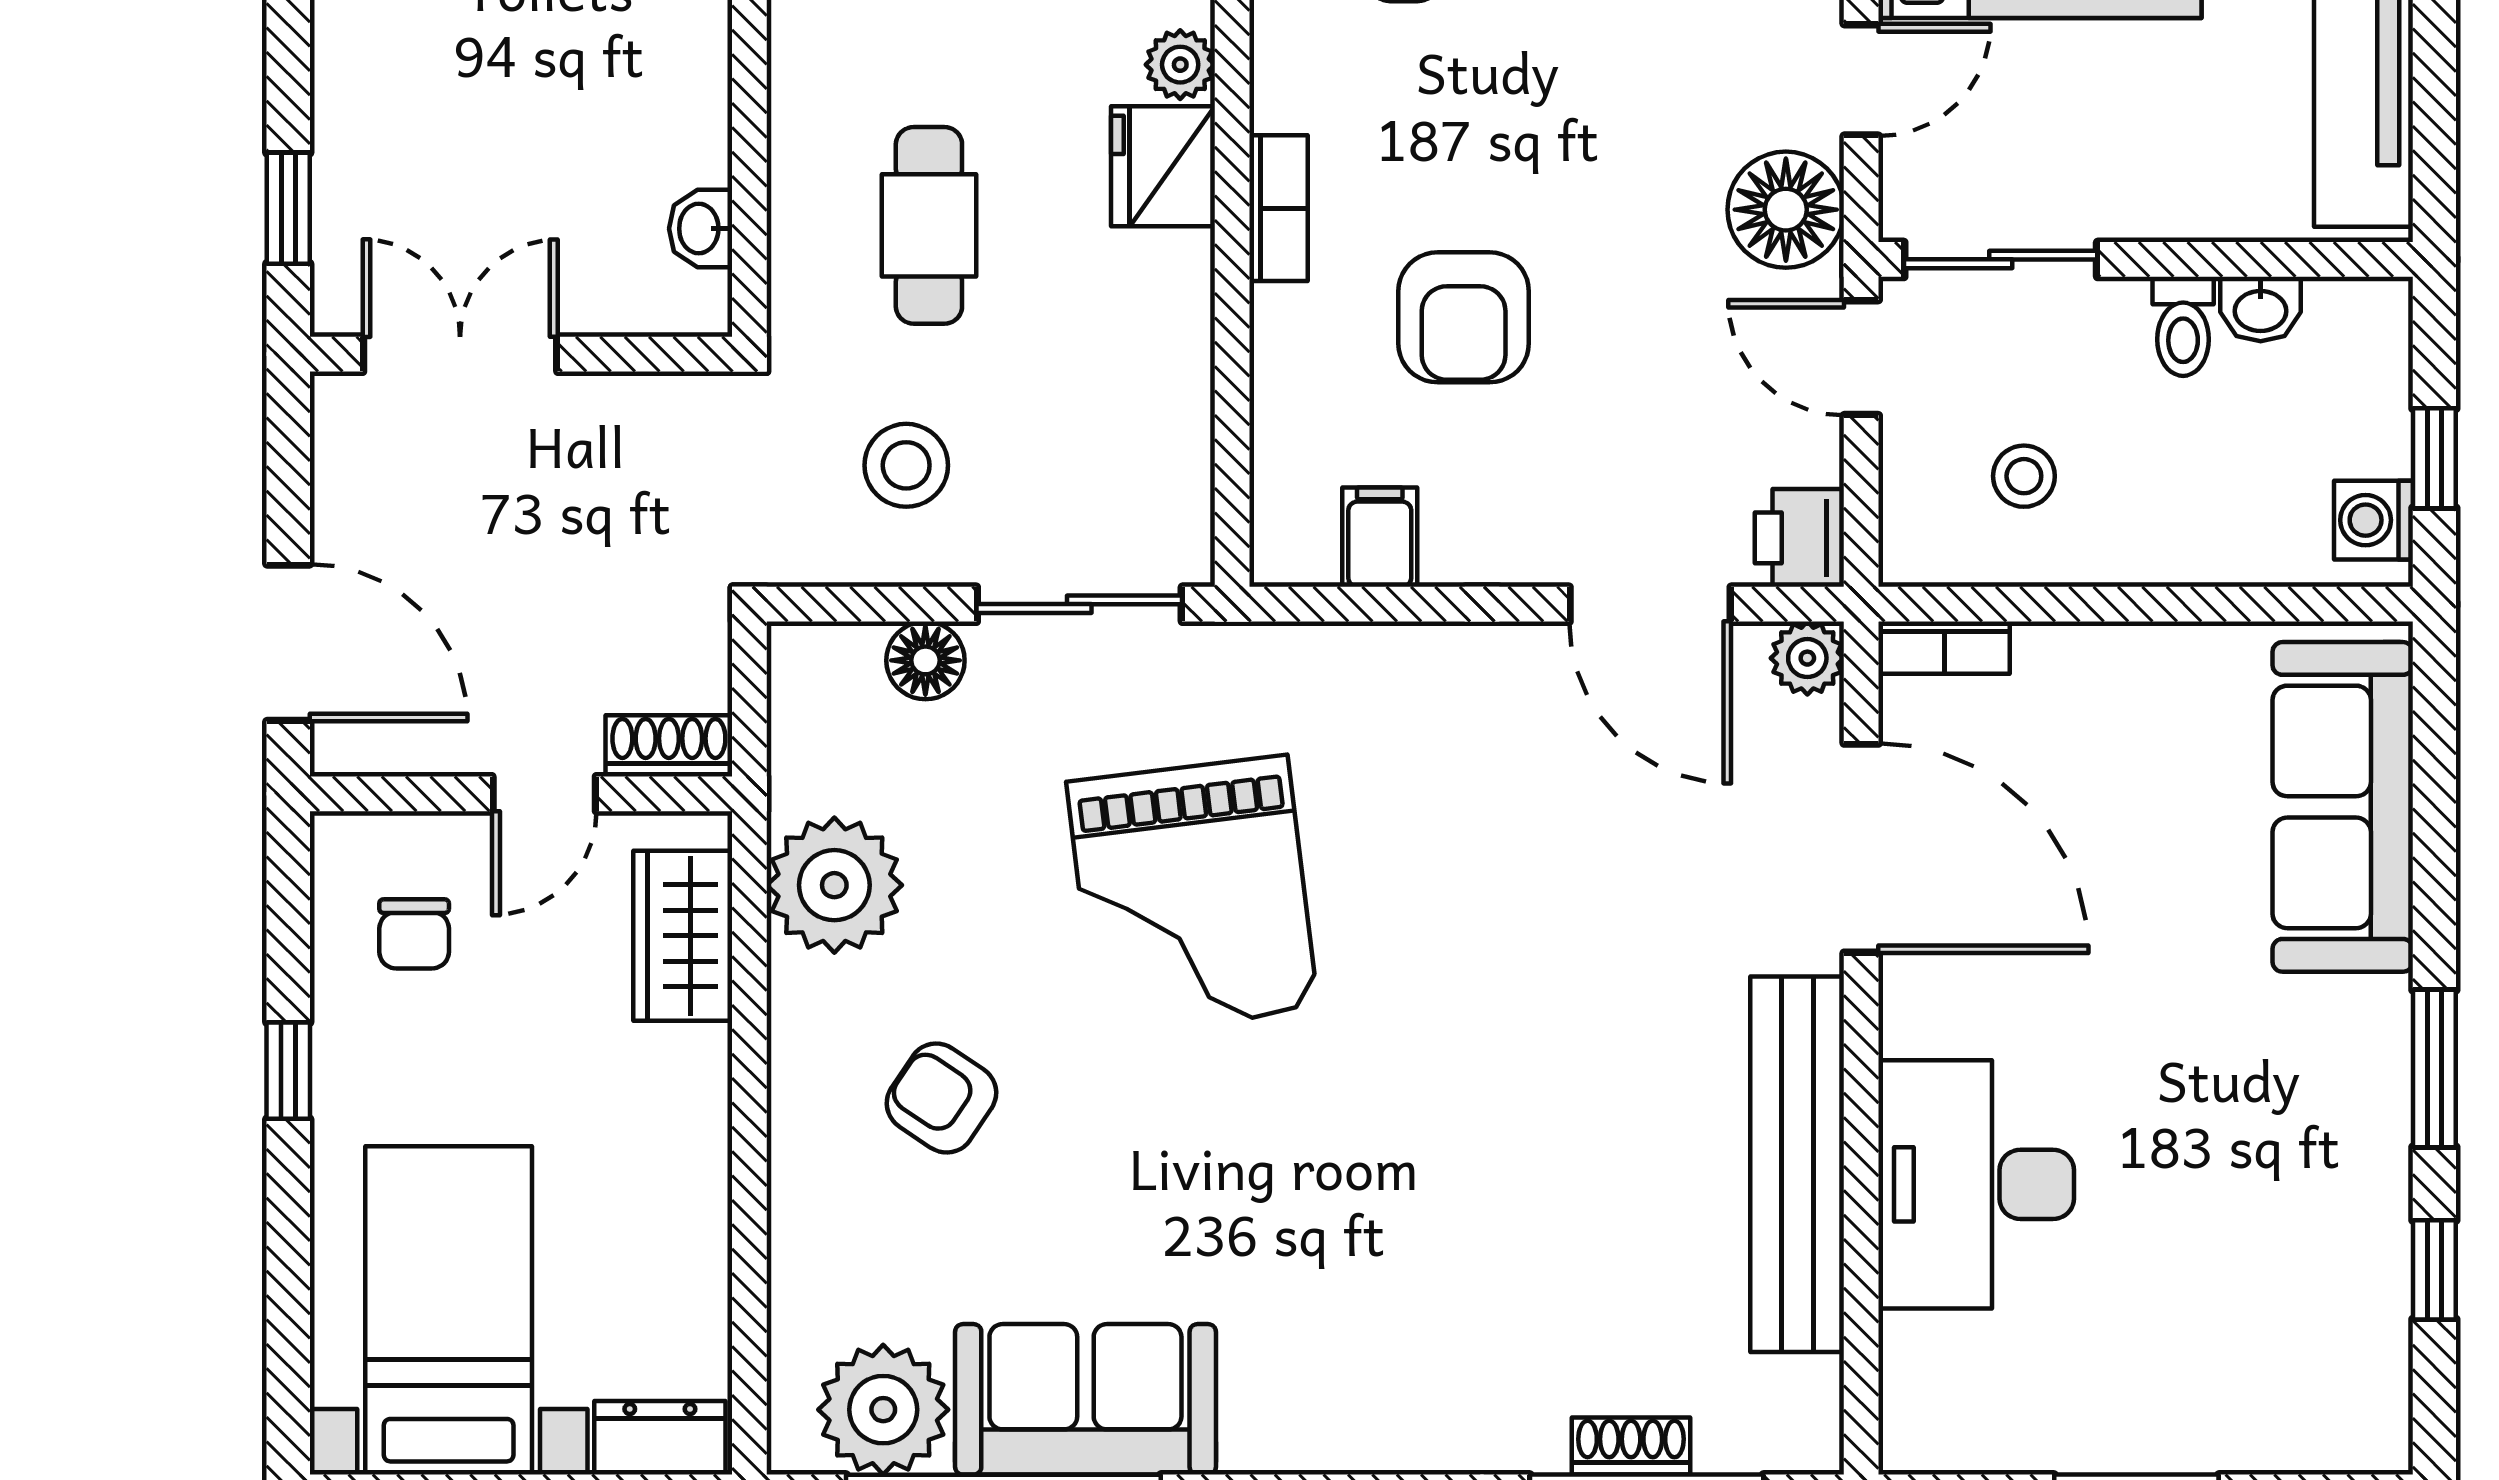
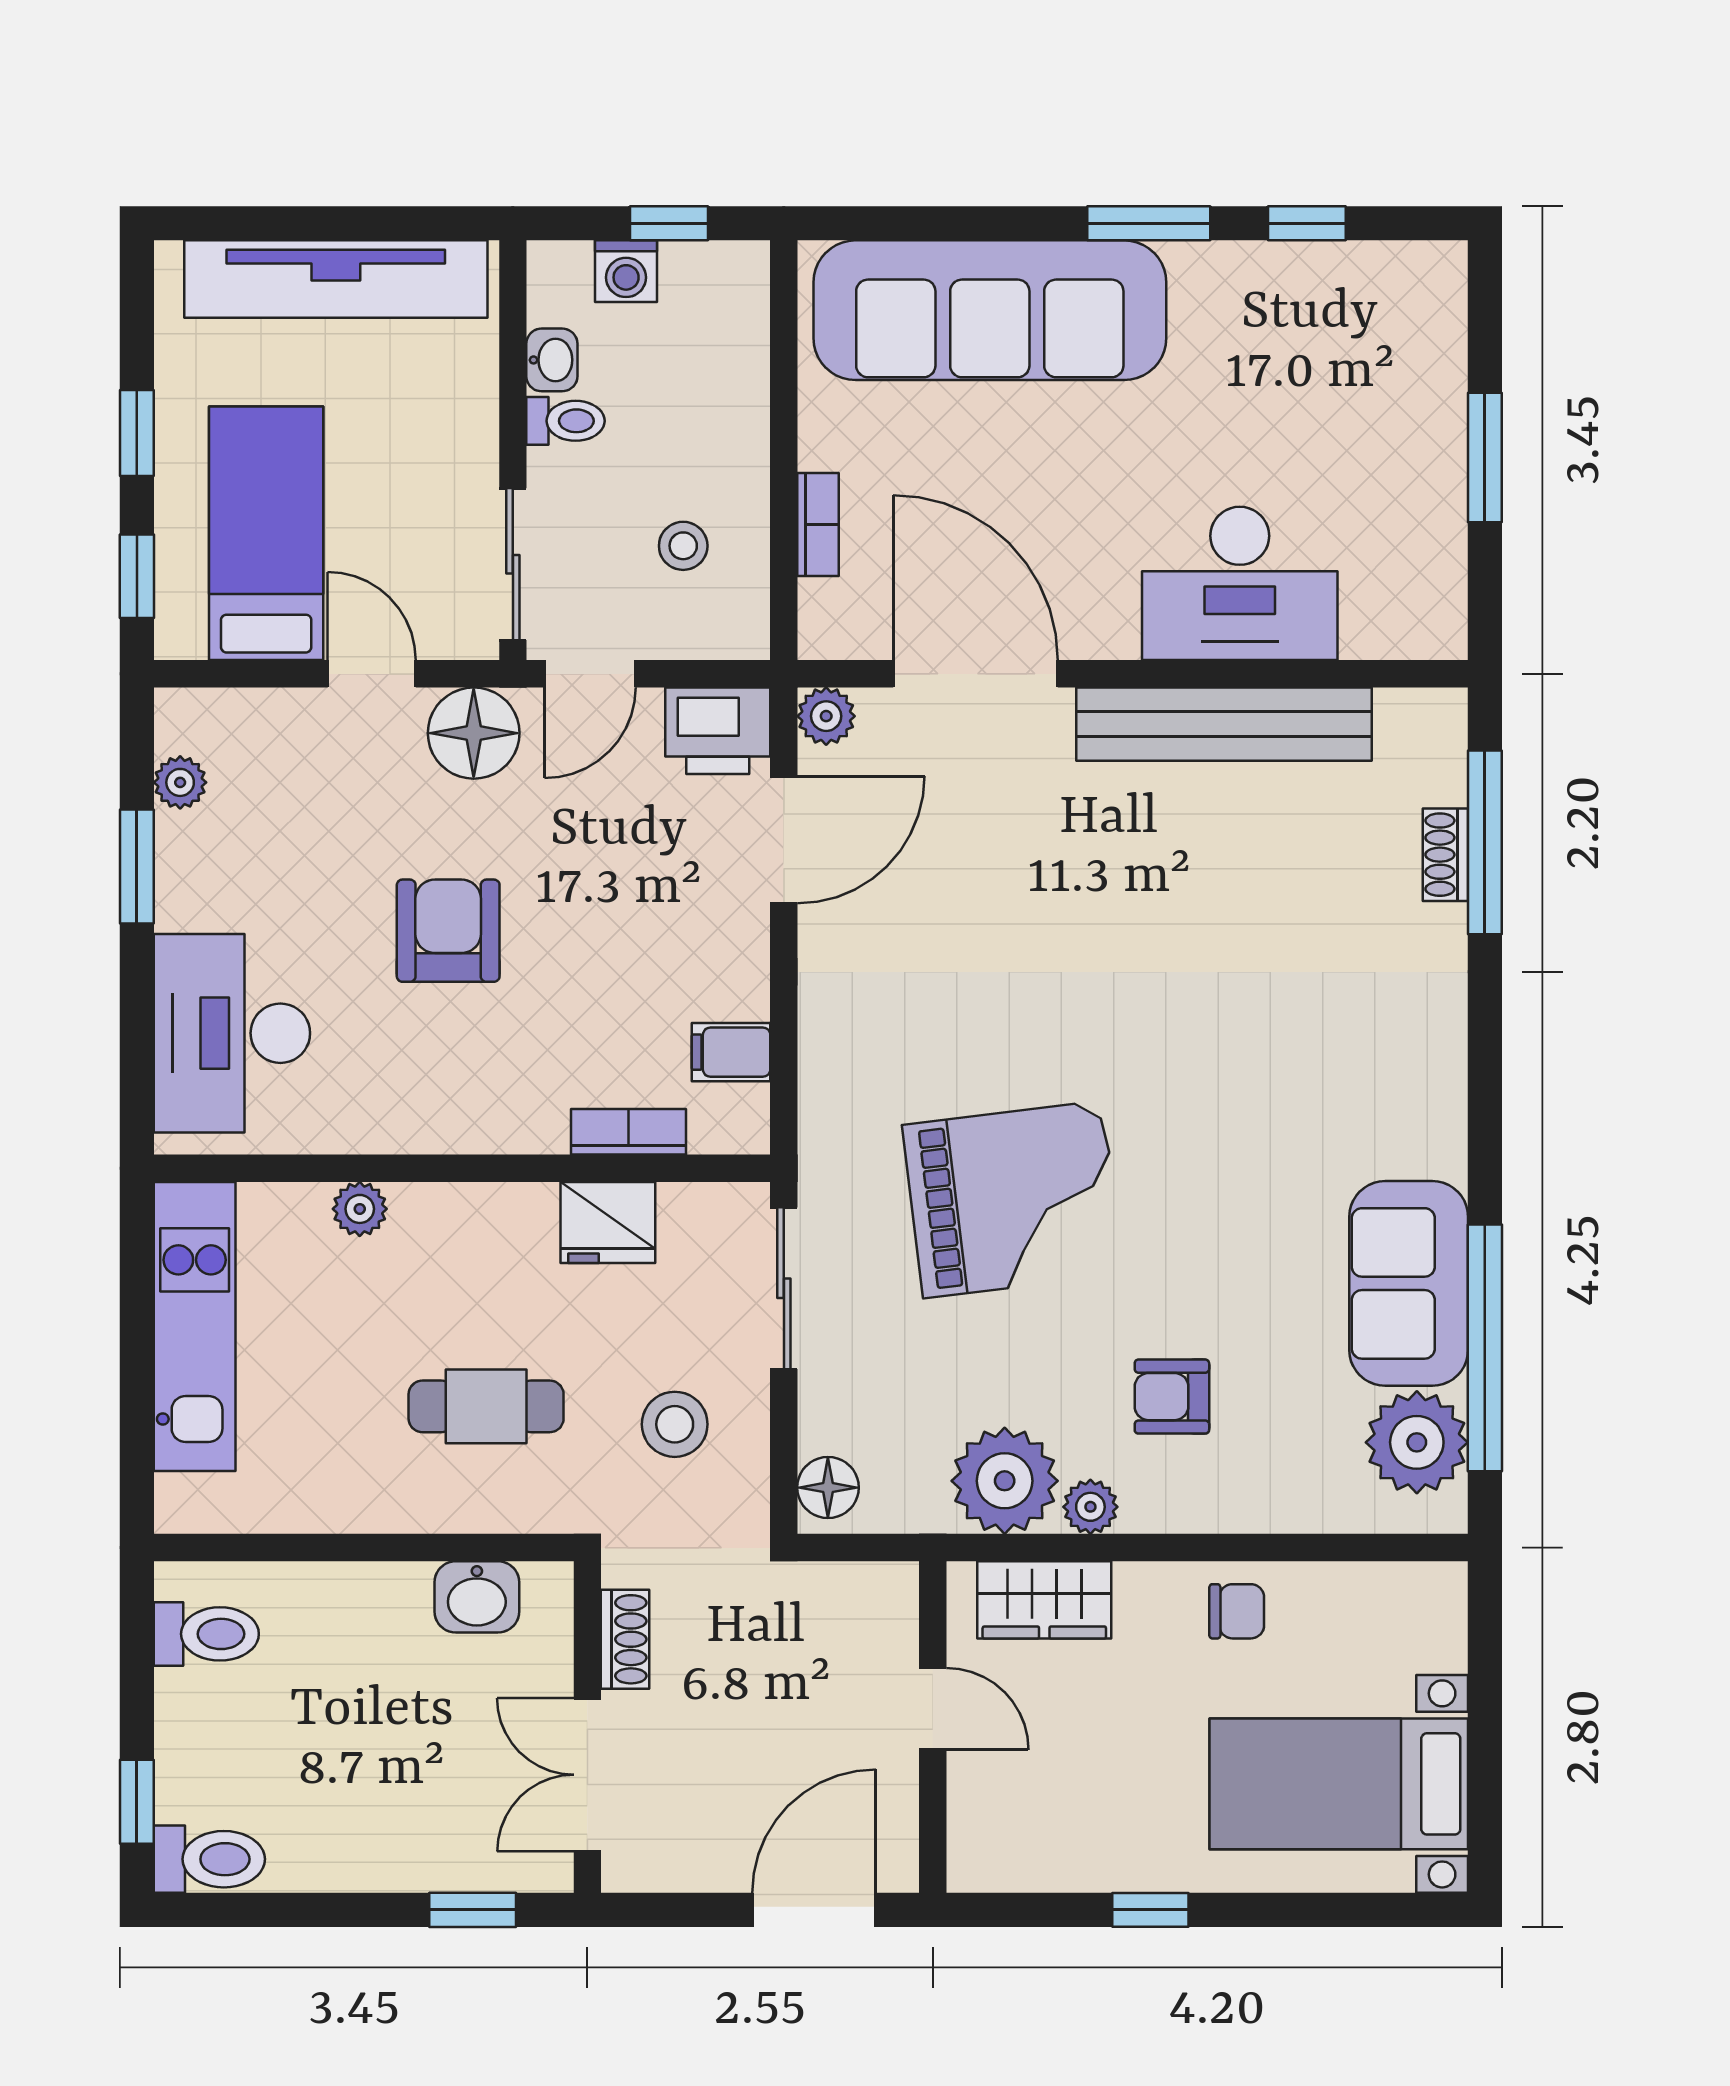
fridge: (1163, 166) -> (608, 1222), moved
bookcase: (1278, 208) -> (629, 1132), moved
washbasin: (701, 229) -> (477, 1597), width x1.38, depth x1.45
armchair: (1464, 317) -> (448, 931), moved, turned -90
washing machine: (2373, 520) -> (626, 271), moved
printer: (1799, 538) -> (718, 731), width x1.36, depth x1.24
bookcase: (1944, 648) -> (818, 524), moved
floor lamp: (925, 660) -> (828, 1488), moved
shoe rack: (669, 746) -> (625, 1639), moved, turned 180
sofa: (2343, 807) -> (990, 310), width x1.36, depth x1.27
door: (1861, 848) -> (976, 674), hinge flipped
chair: (414, 934) -> (1237, 1611), moved
plant: (801, 994) -> (1090, 1507), added
armchair: (941, 1098) -> (1172, 1397), turned 56
dresser: (660, 1438) -> (1439, 1618), removed

